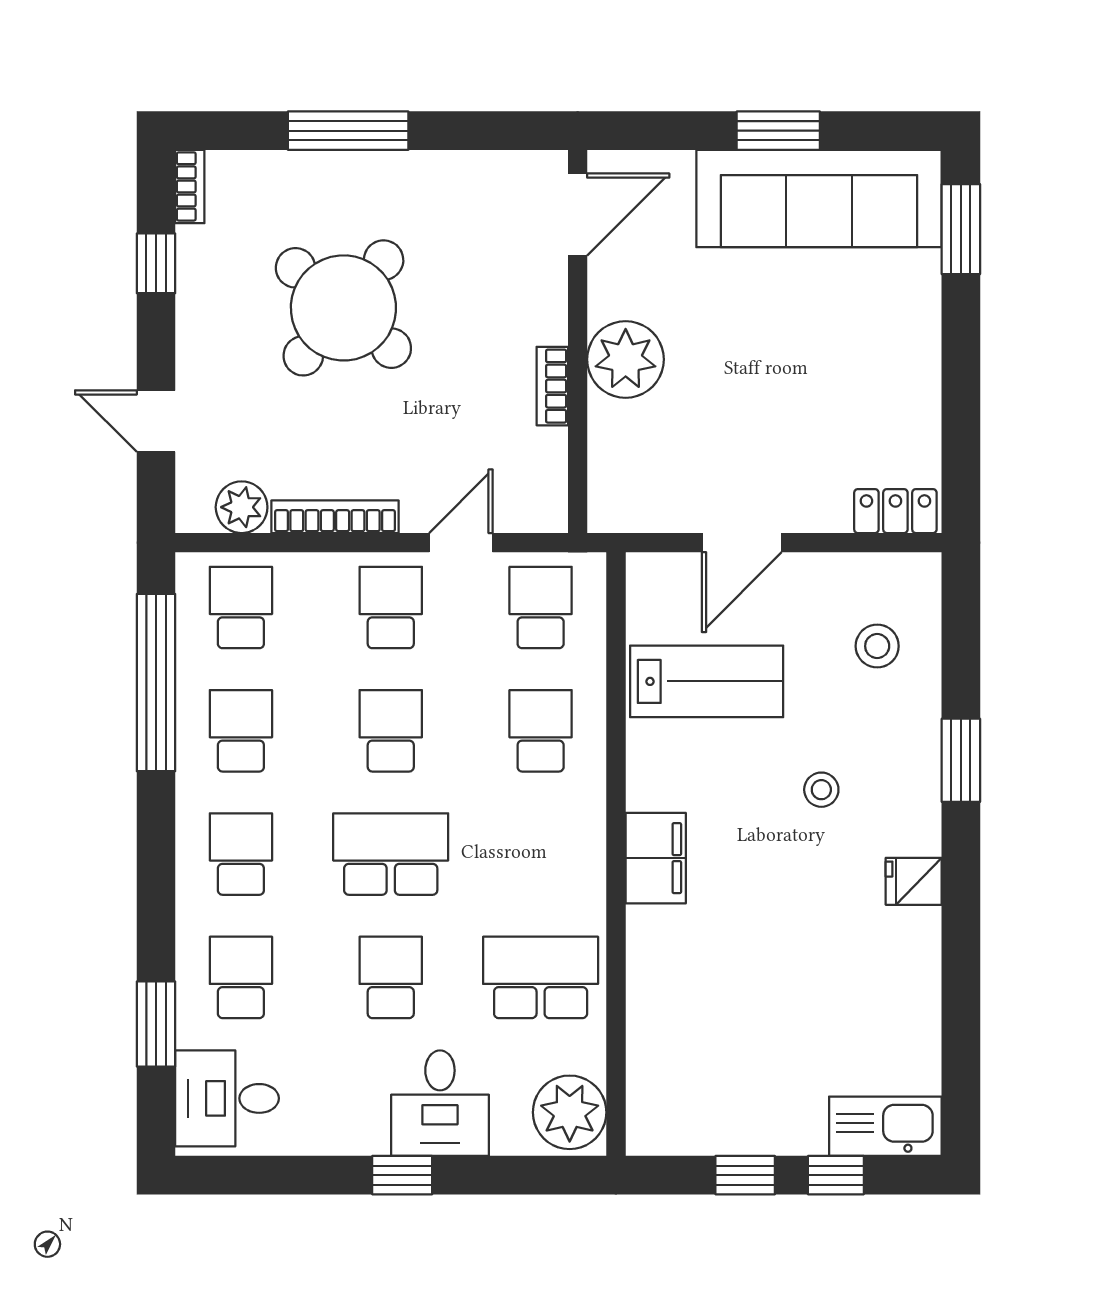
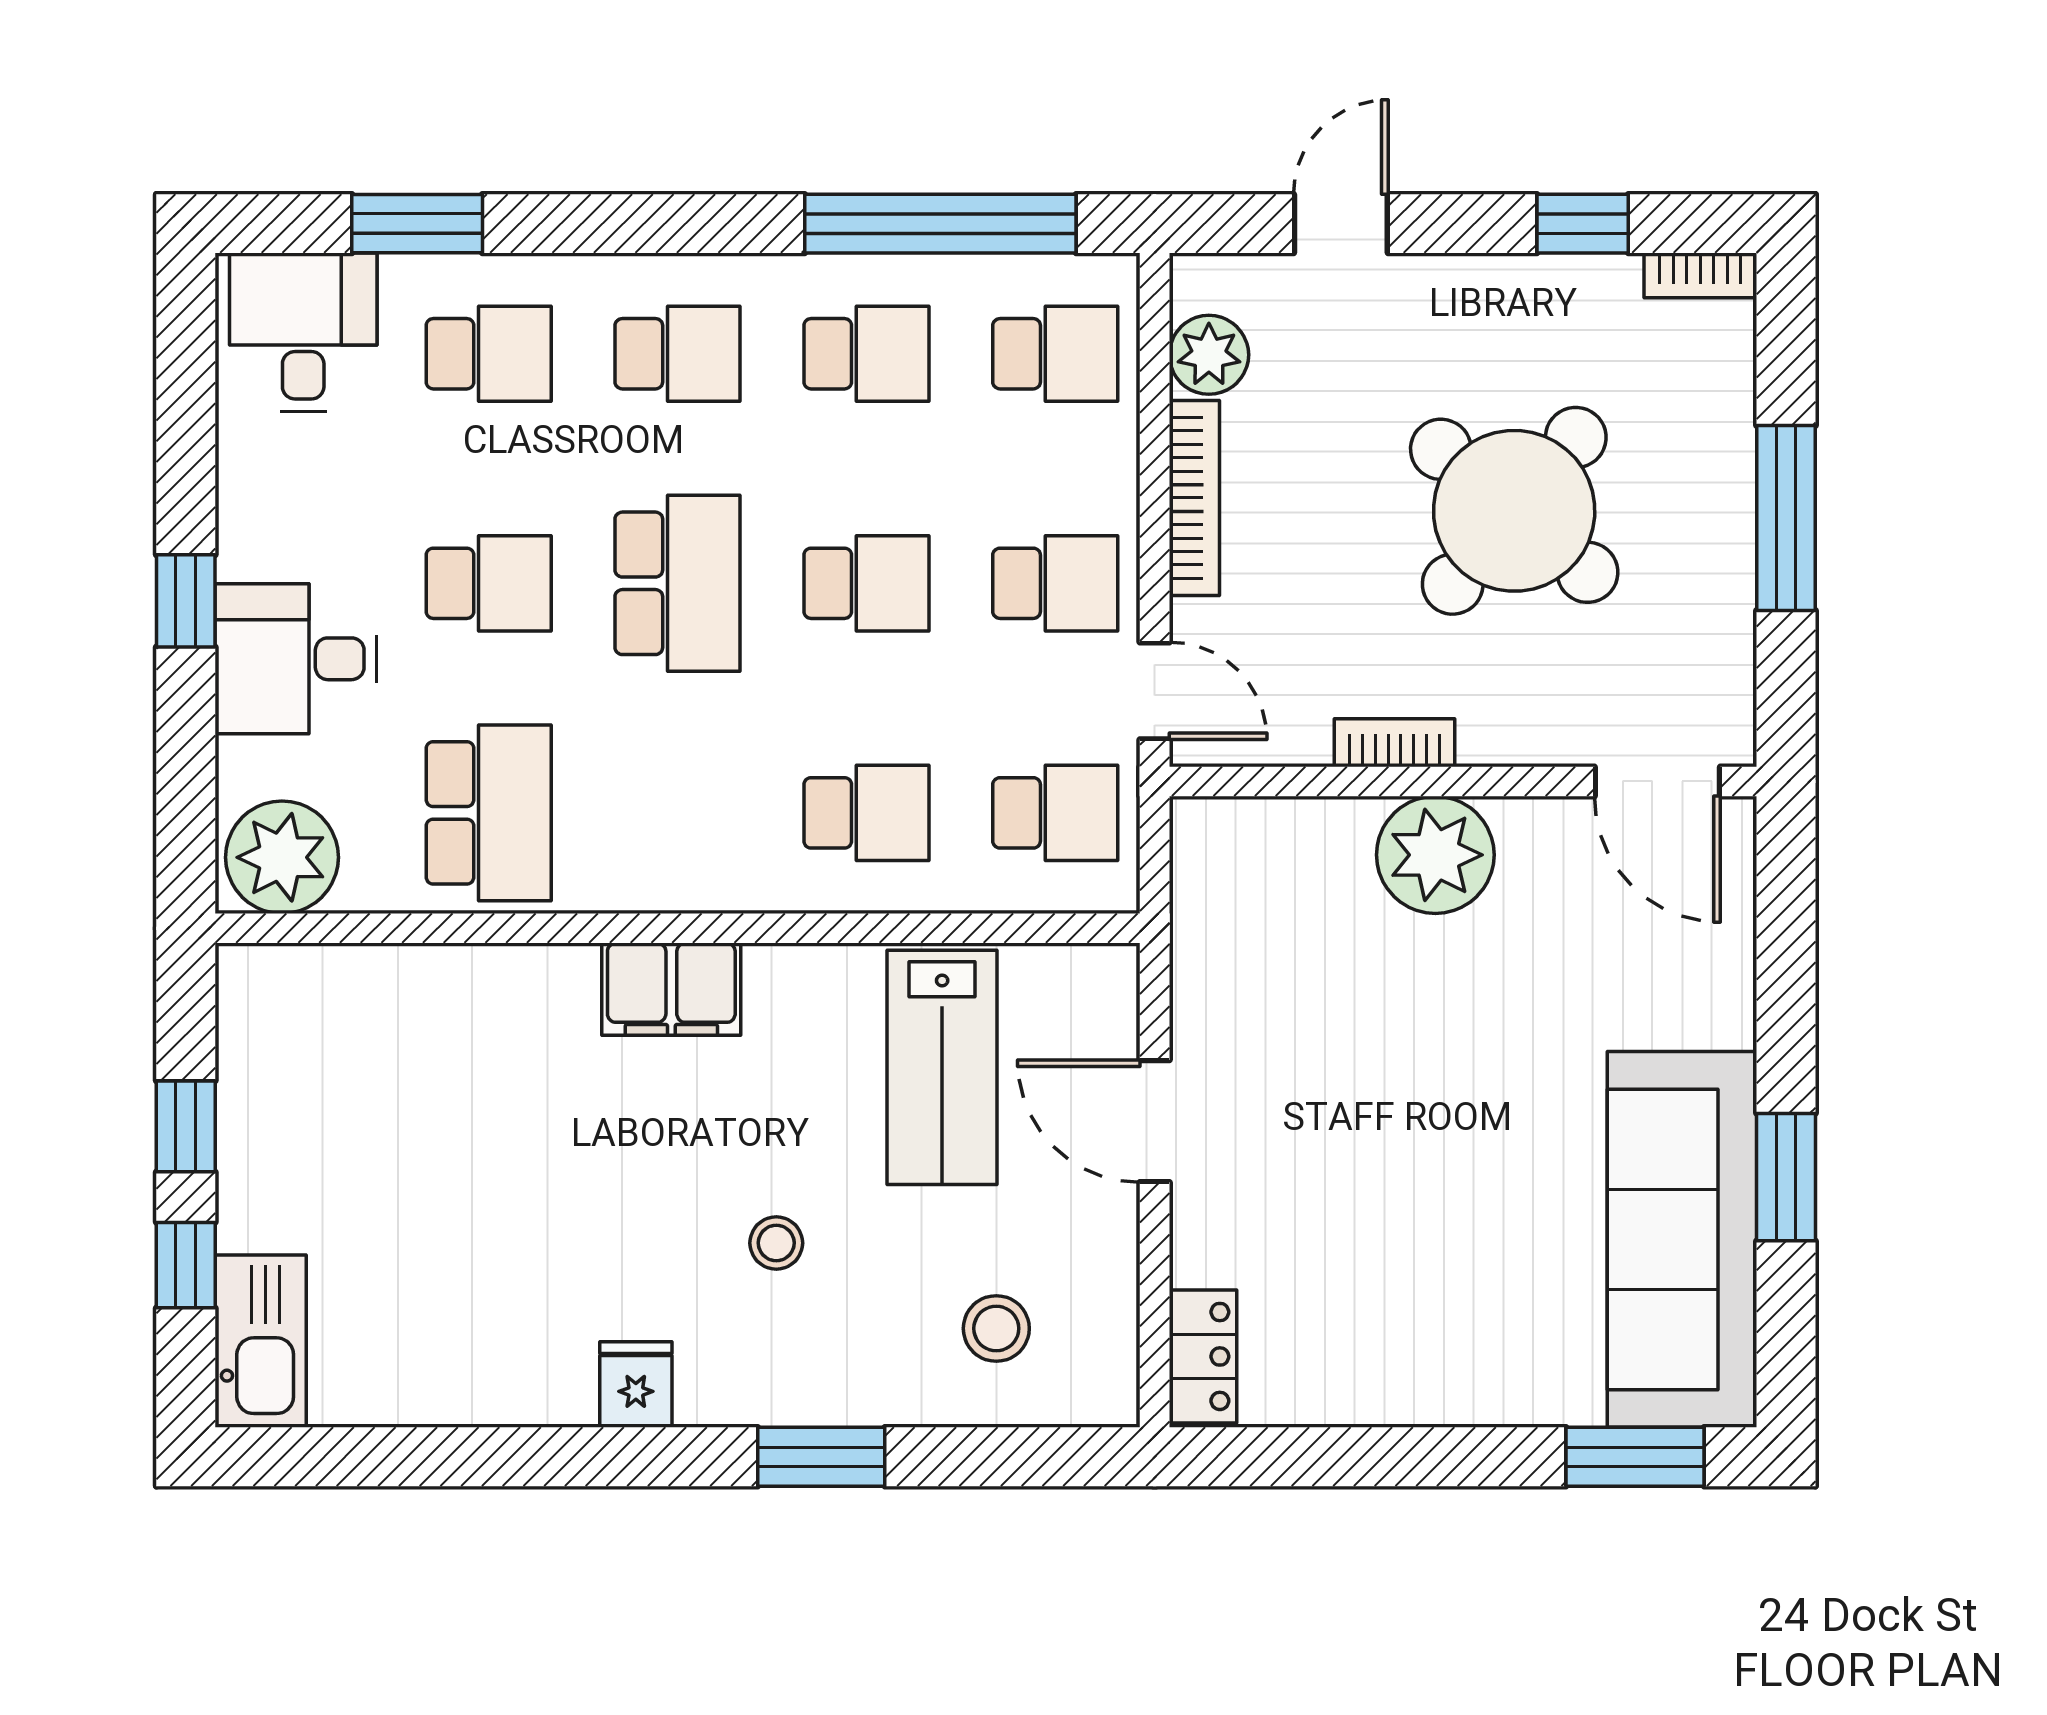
door: (578, 215) -> (1657, 781), moved
wall: (578, 341) -> (1463, 781), moved
plant: (626, 359) -> (1435, 855), moved
bookcase: (552, 386) -> (1395, 743), moved

